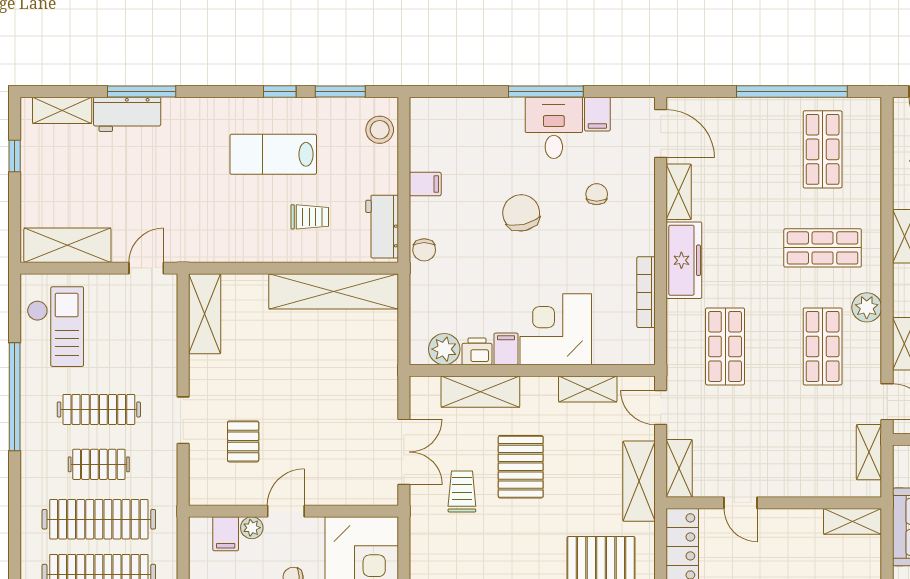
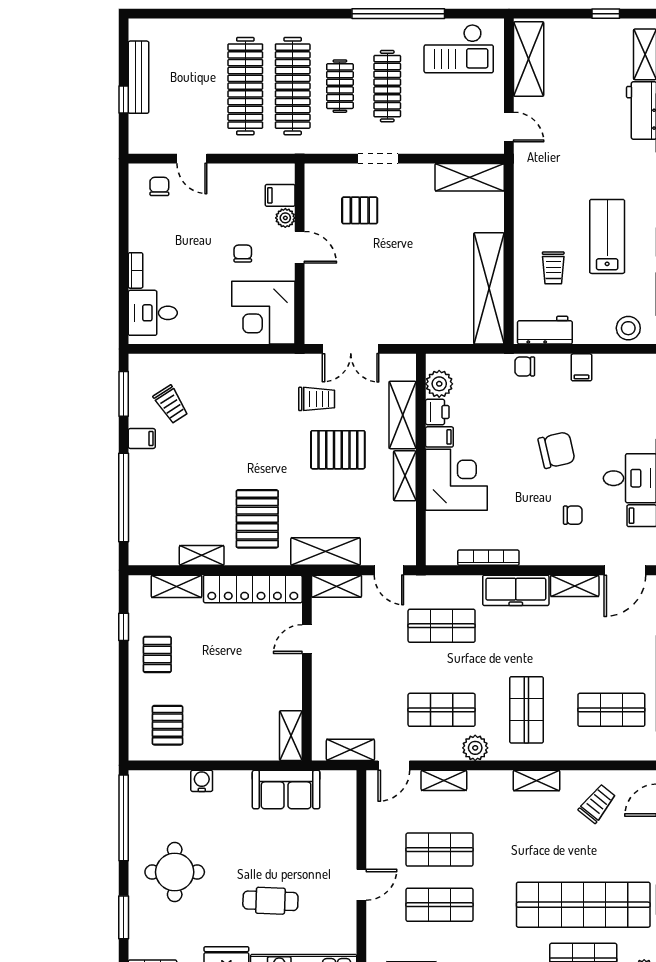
shelving: (588, 389) -> (405, 476), moved
door: (661, 407) -> (389, 570), swing flipped

